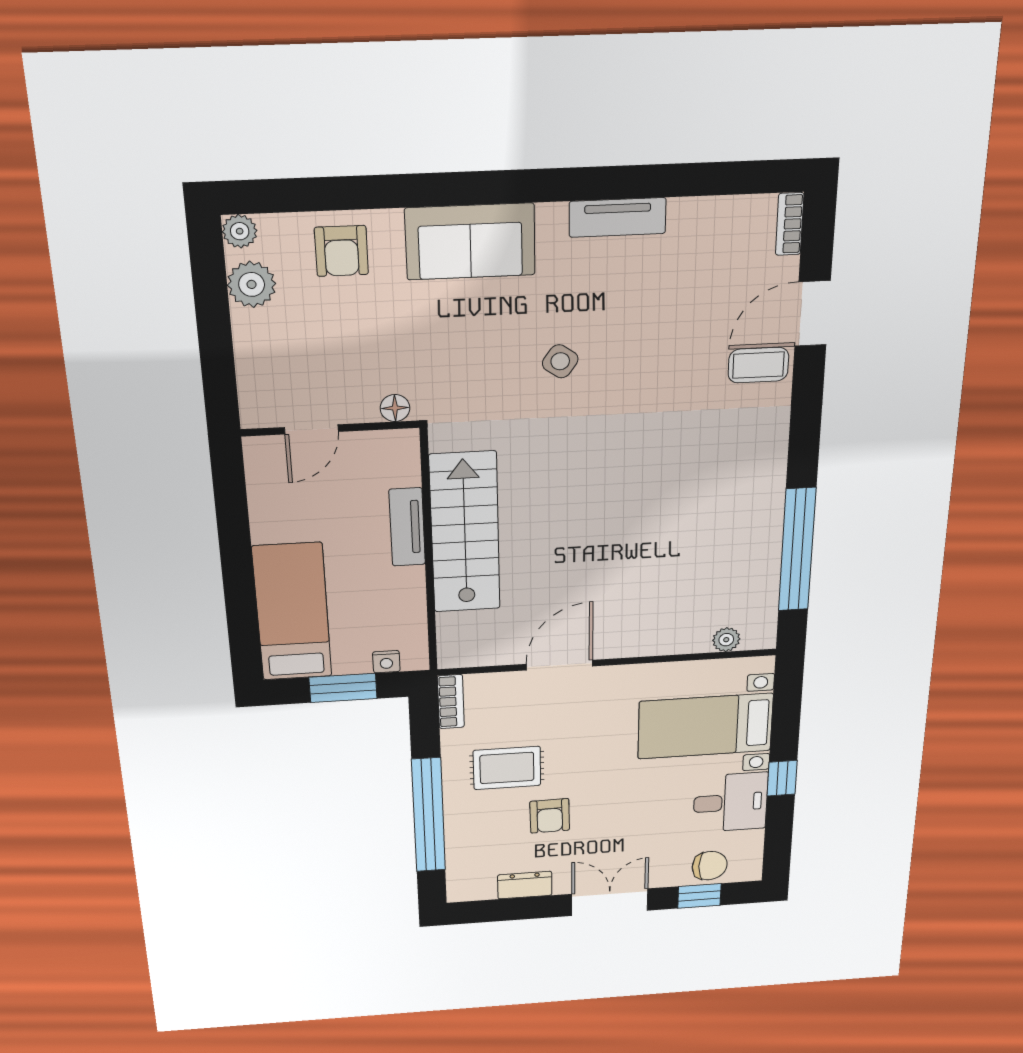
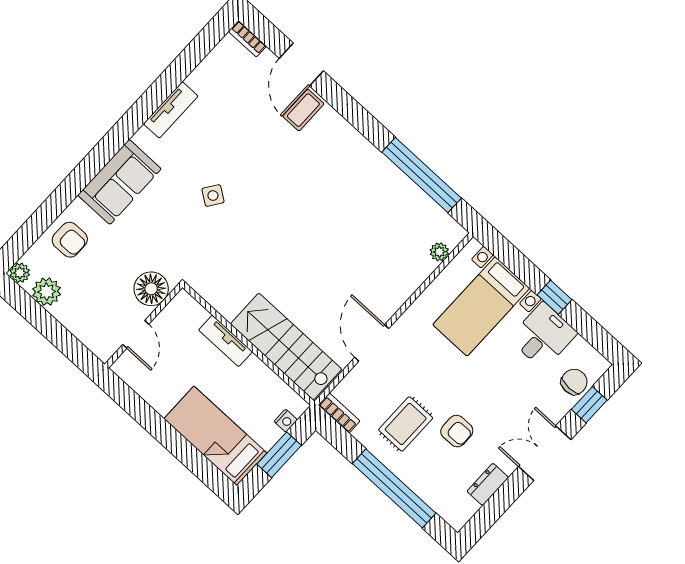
floor lamp: (395, 408) -> (151, 289), width x1.89, depth x1.89
stairs: (465, 533) -> (286, 347), moved

